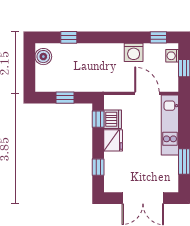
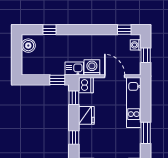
washing machine: (134, 52) -> (92, 67), moved, turned 180
kitchen sink: (99, 84) -> (74, 68), added
window: (65, 98) -> (57, 80), moved
dishwasher: (113, 119) -> (86, 85), moved

